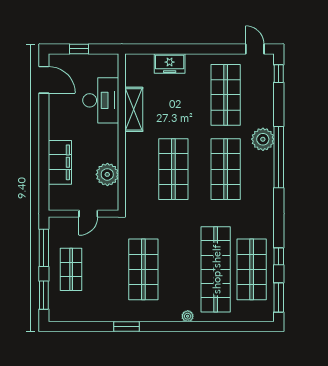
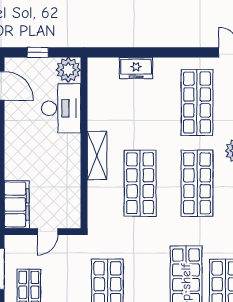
shelving: (134, 109) -> (97, 156), moved
filing cabinet: (60, 162) -> (17, 204), moved
plant: (107, 174) -> (68, 70), moved

